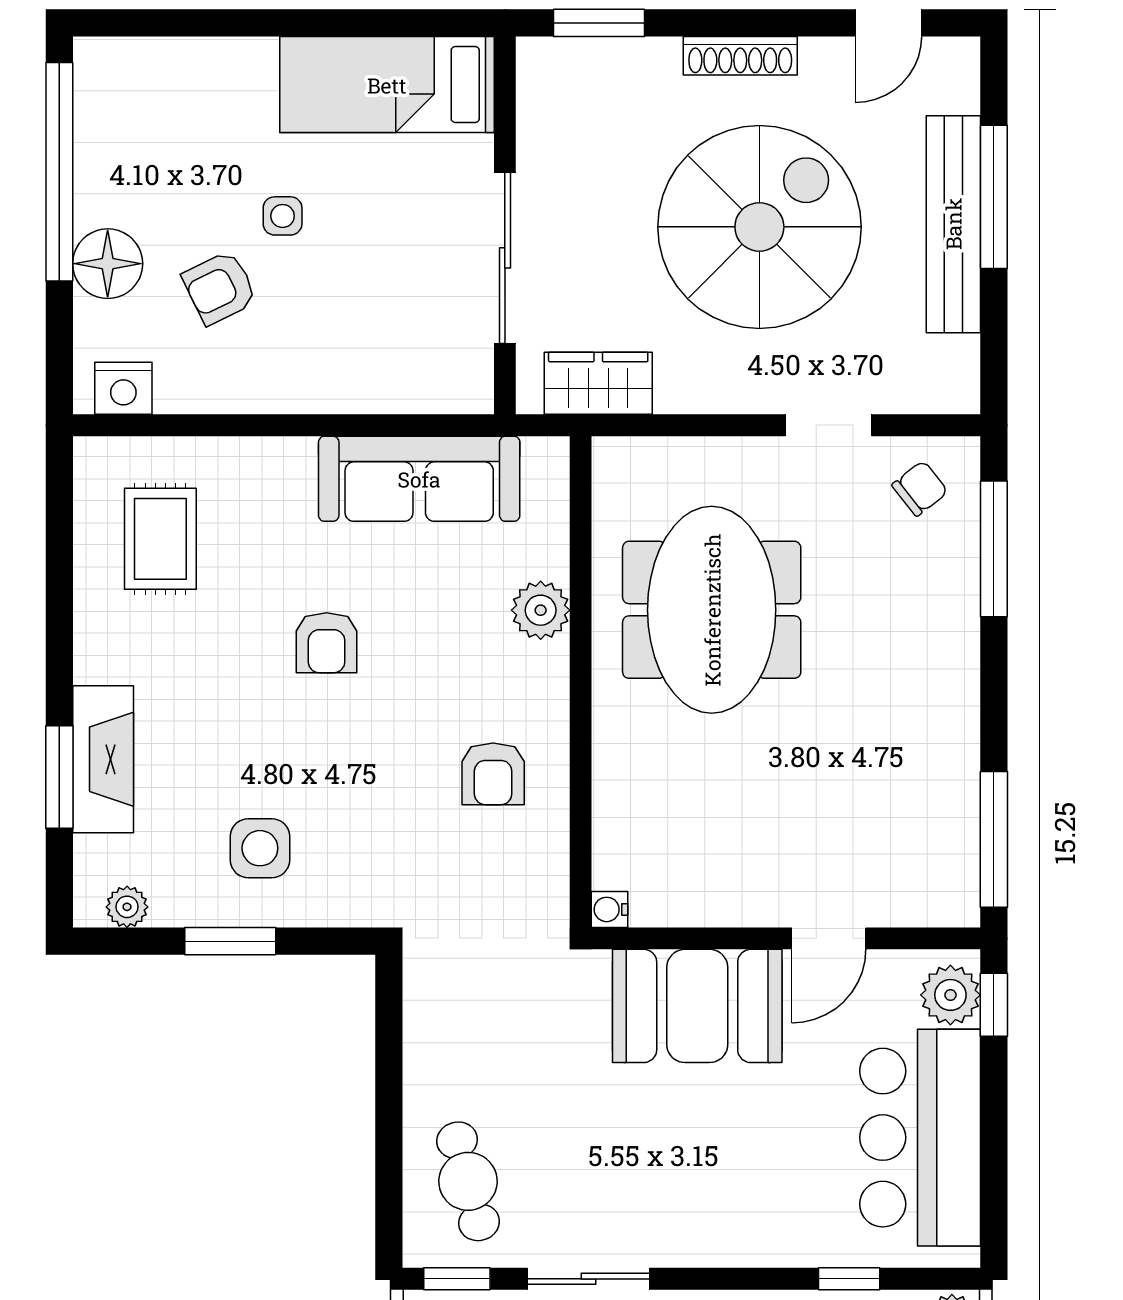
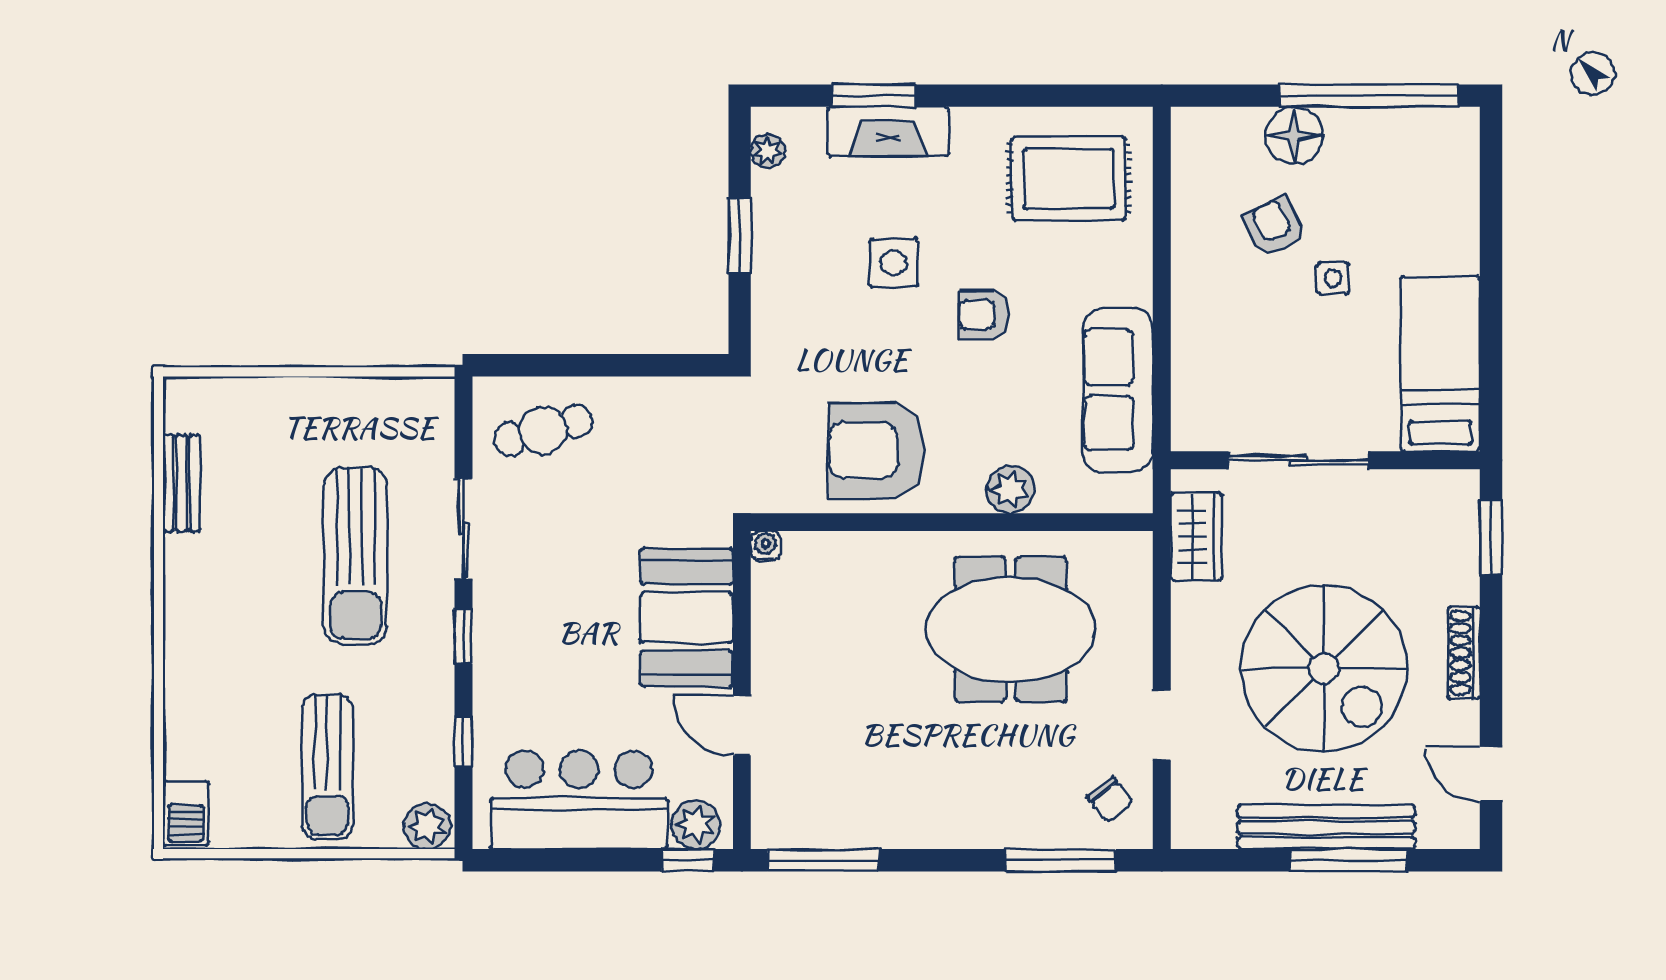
nightstand: (123, 388) -> (1192, 148), removed
rug: (160, 539) -> (1069, 178), width x1.36, depth x1.43
armchair: (493, 774) -> (876, 451), width x1.88, depth x1.88
side table: (260, 848) -> (894, 263), moved
window: (457, 1279) -> (463, 637), moved

